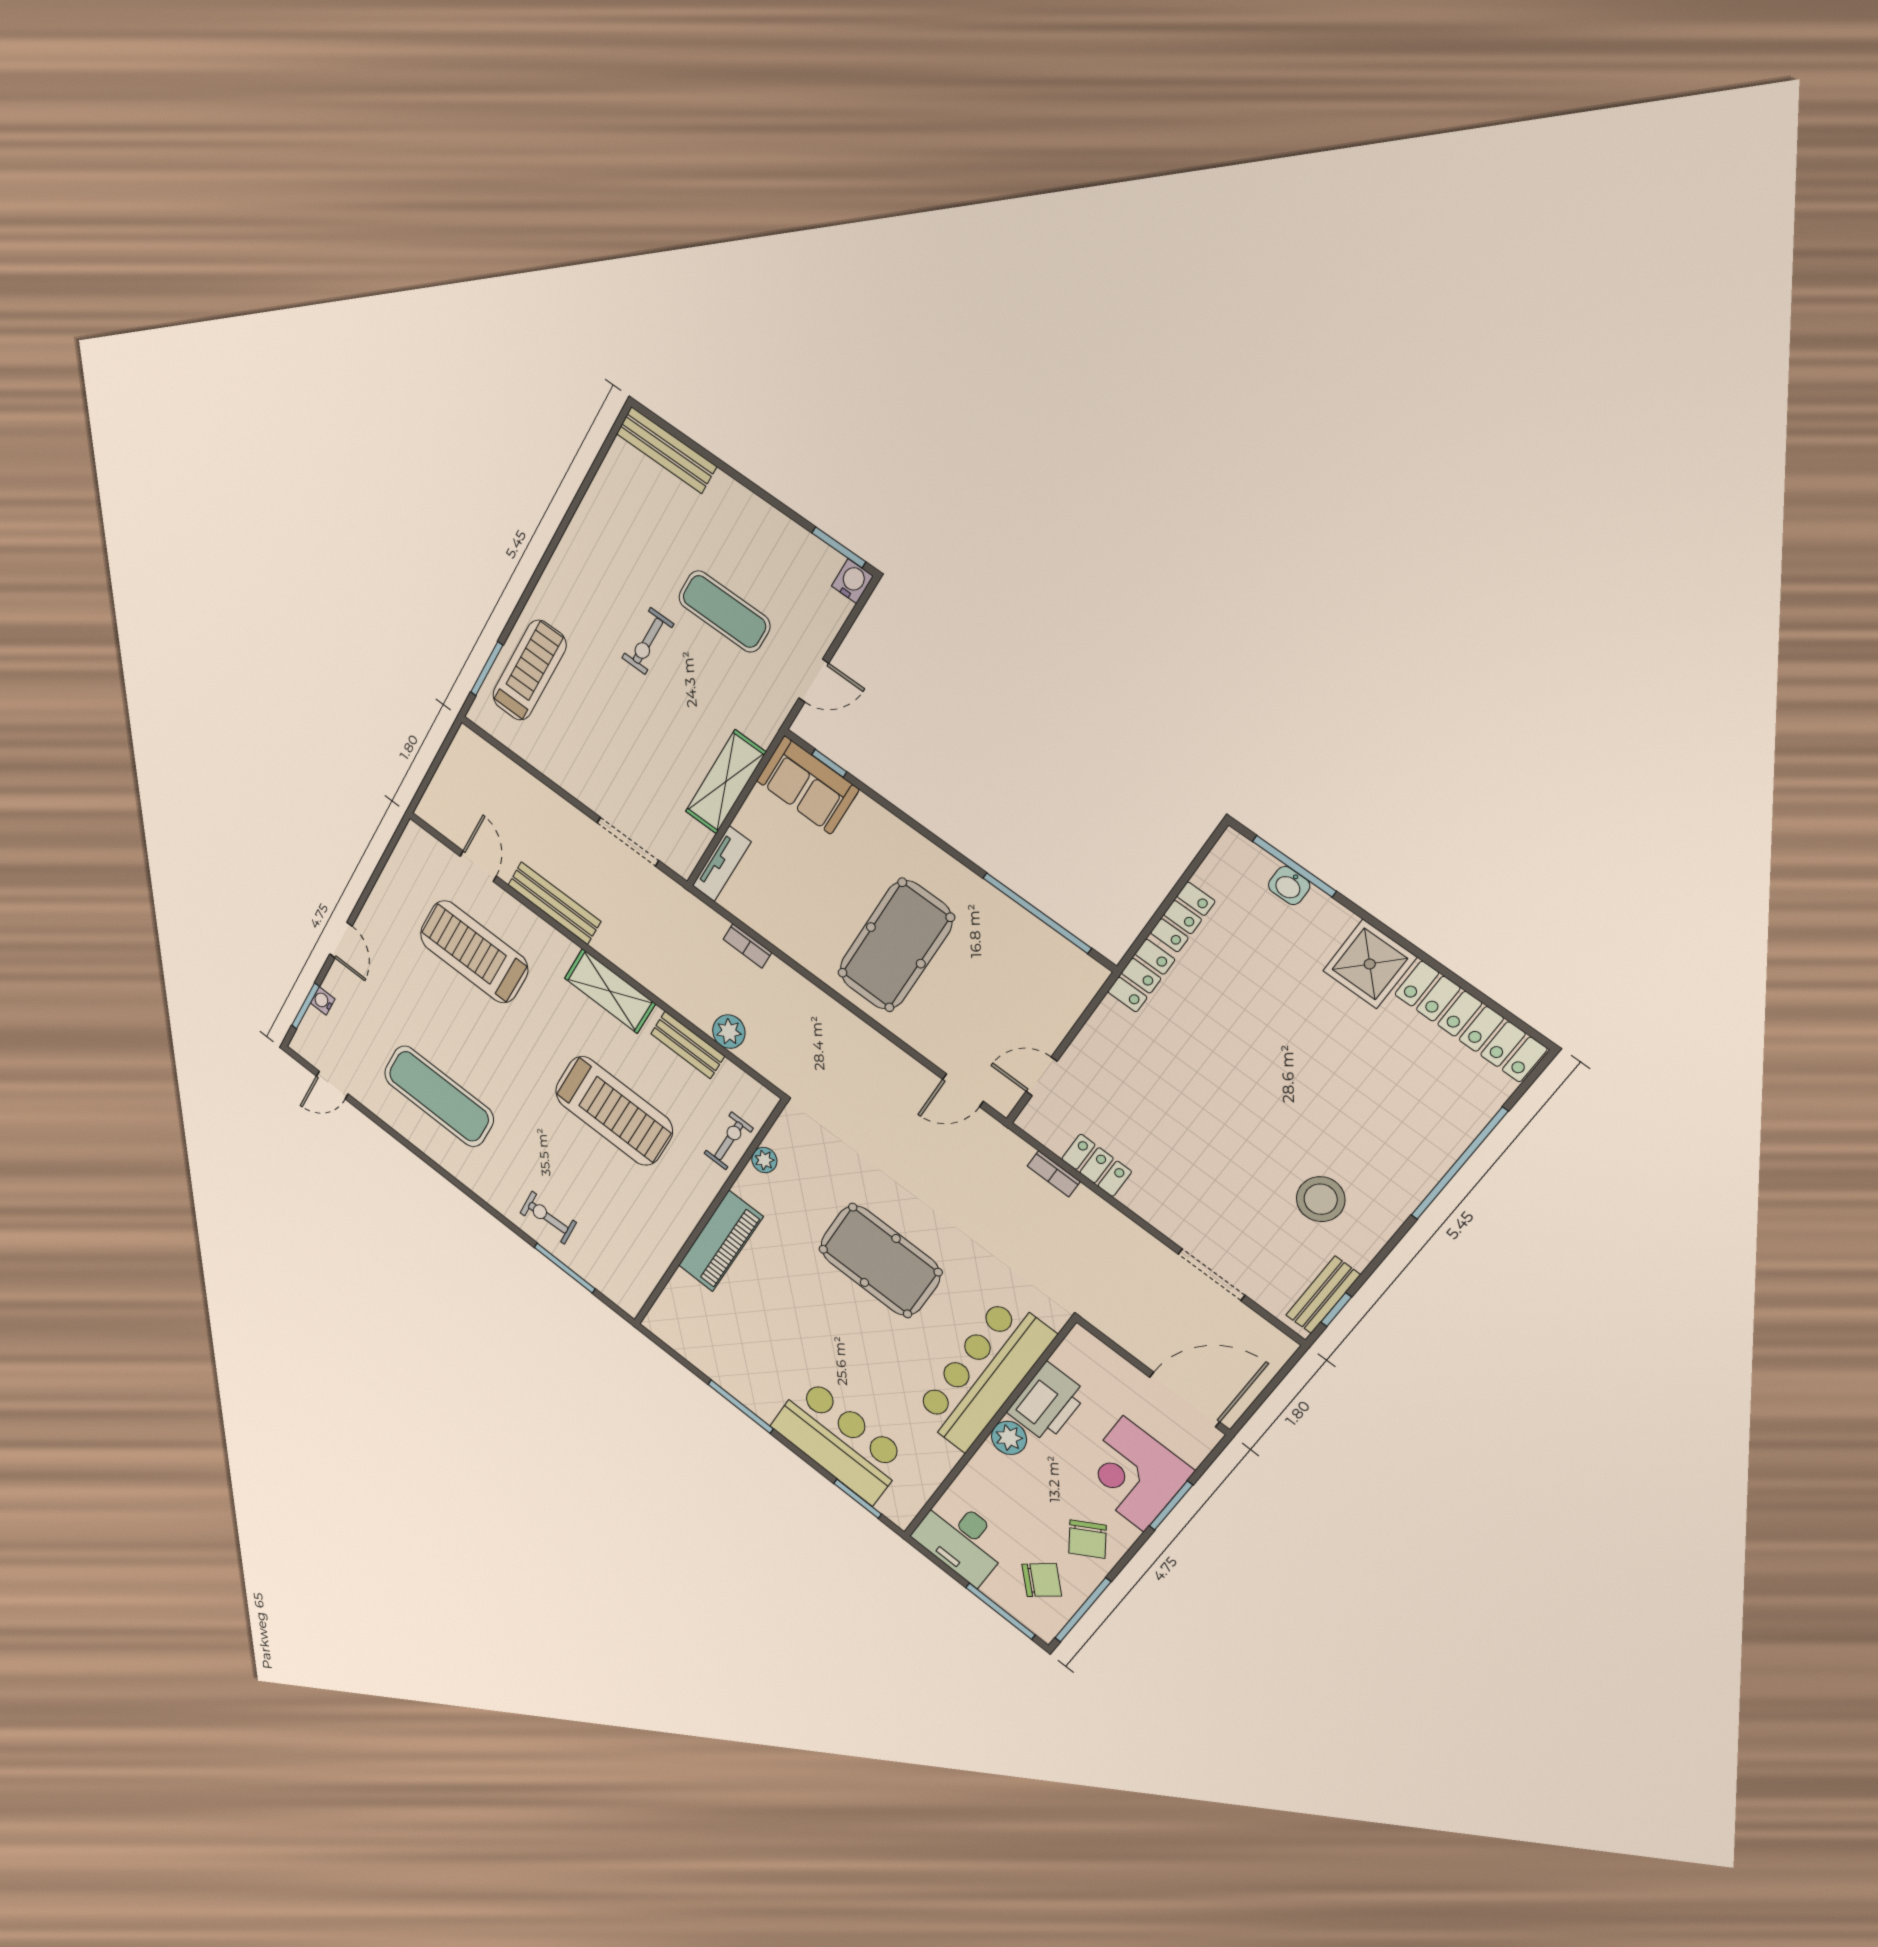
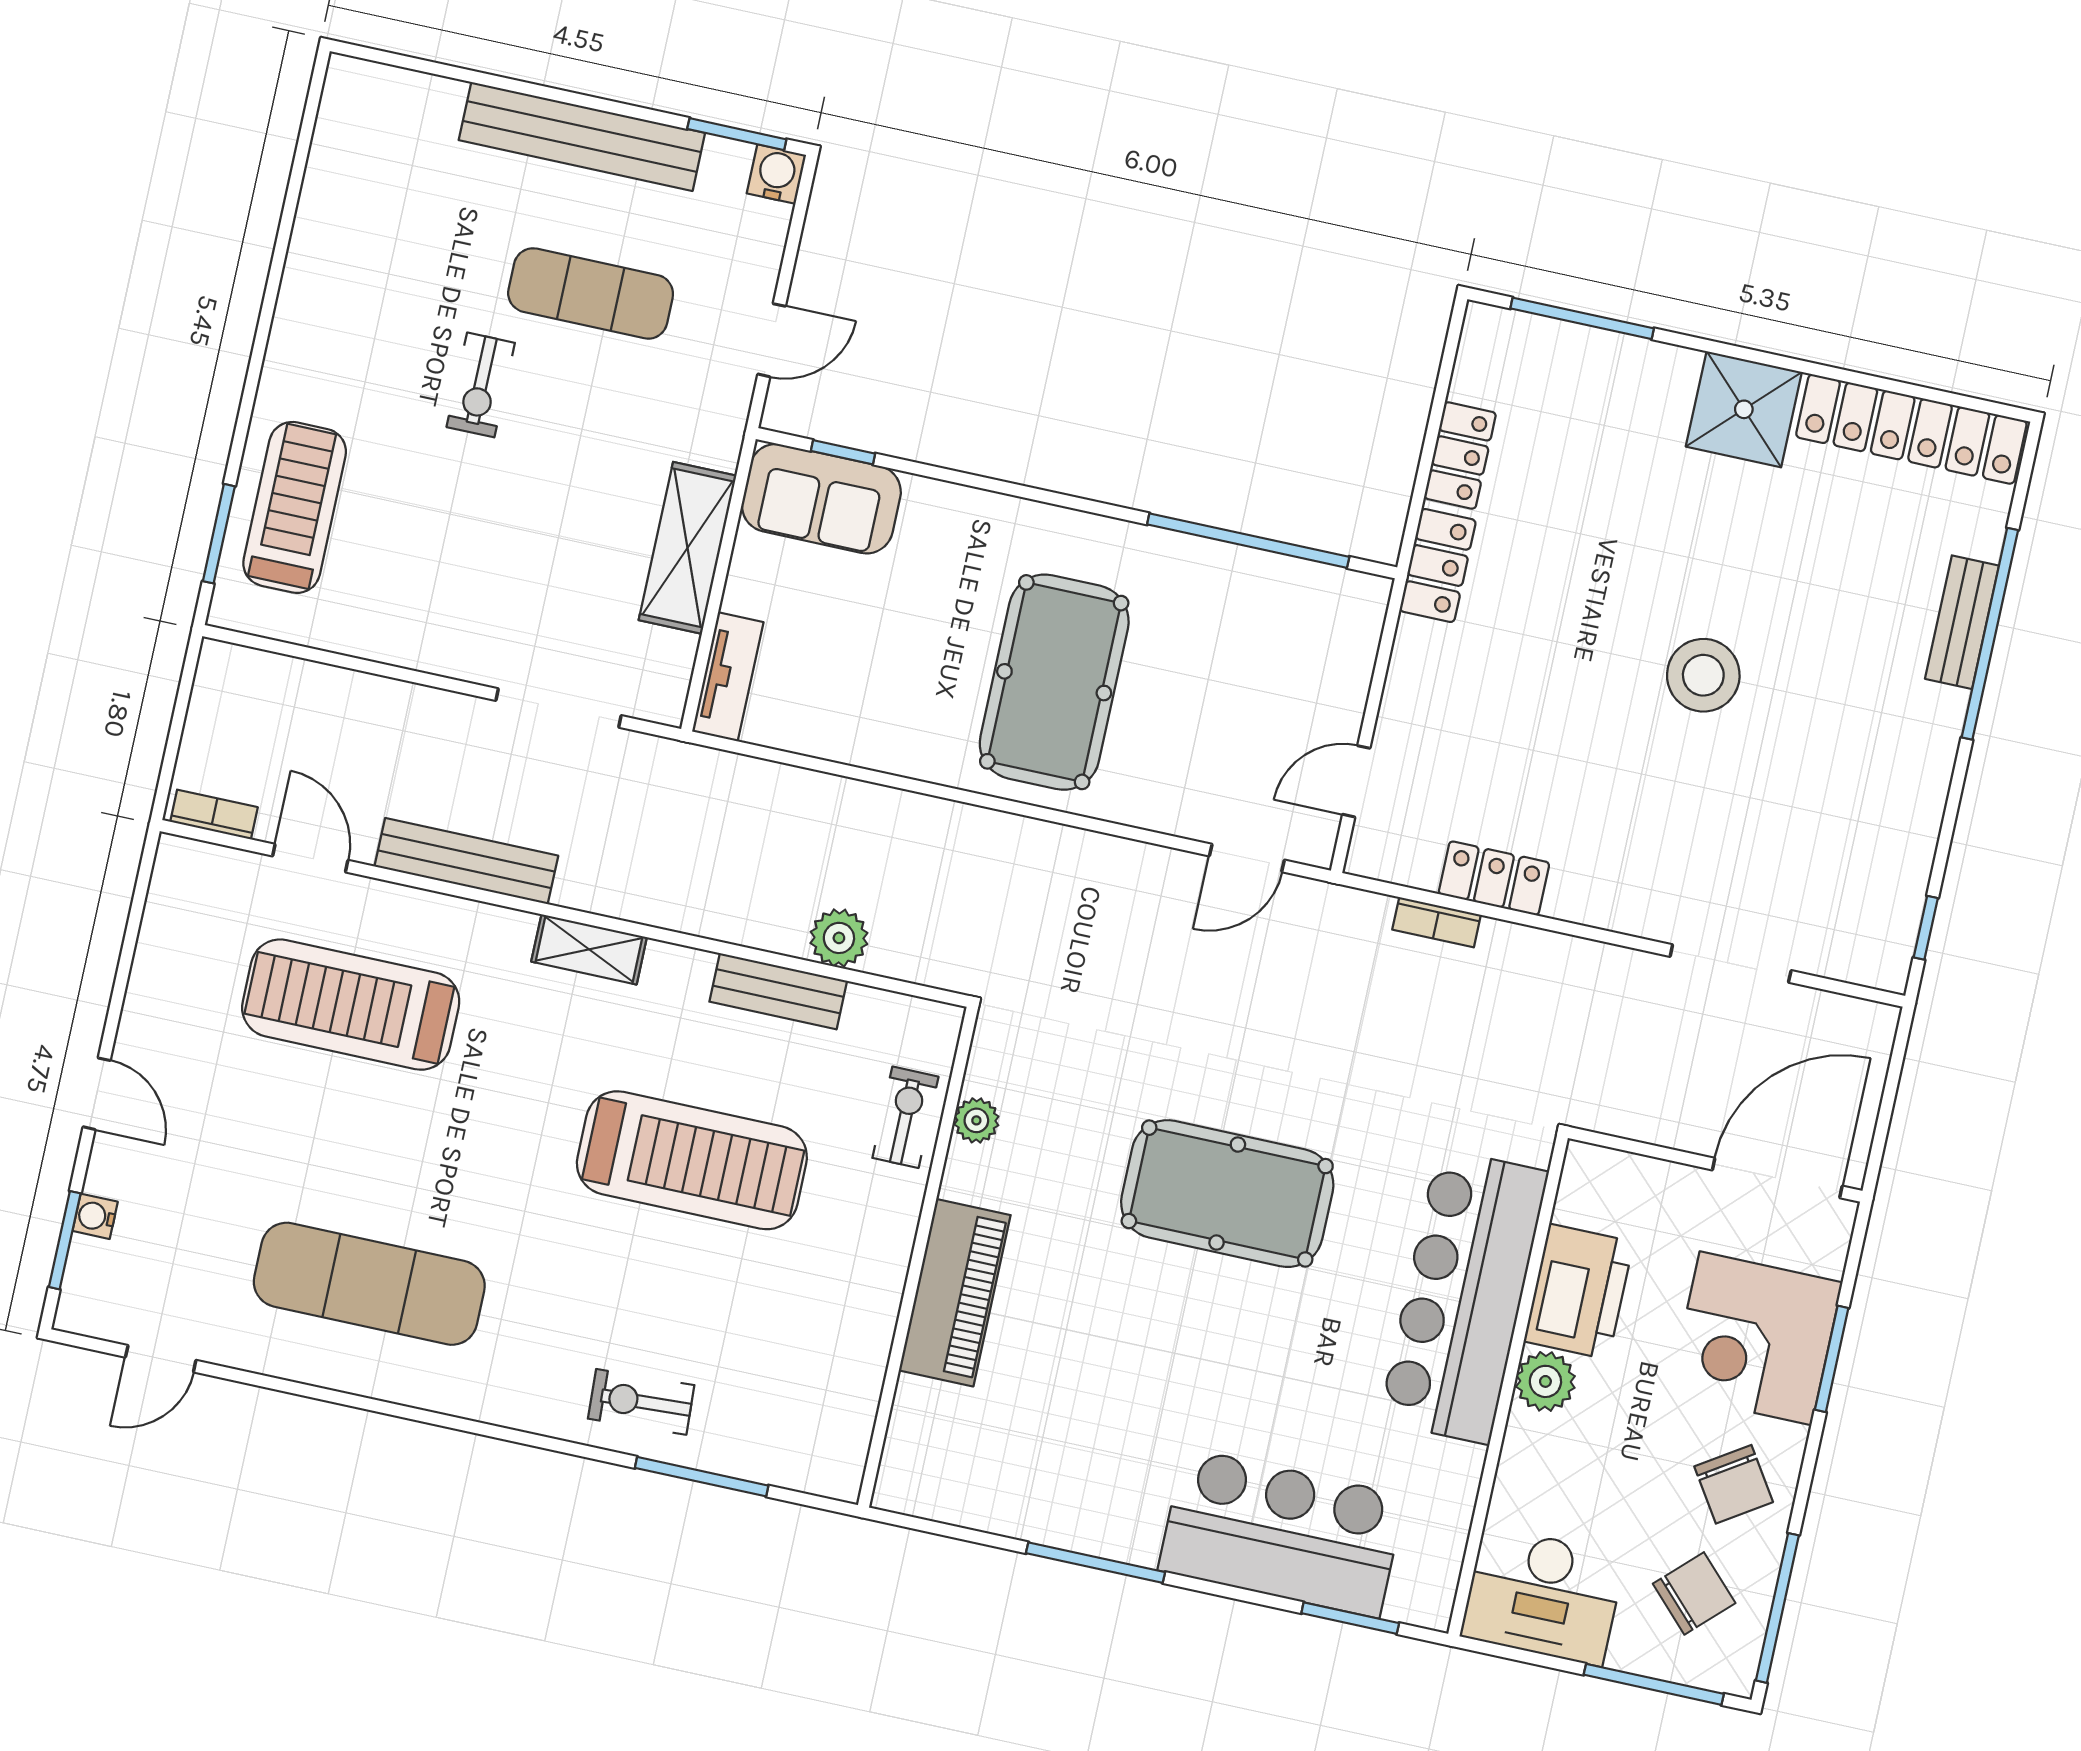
bench: (666, 450) -> (582, 136), moved, width x1.37, depth x1.21
washbasin: (1289, 886) -> (1587, 348), removed
bookcase: (747, 946) -> (214, 814), moved, turned 180
shelving: (610, 991) -> (589, 949), width x0.67, depth x0.75
stool: (1321, 1199) -> (1703, 675), moved
bench: (1323, 1295) -> (1962, 622), moved

